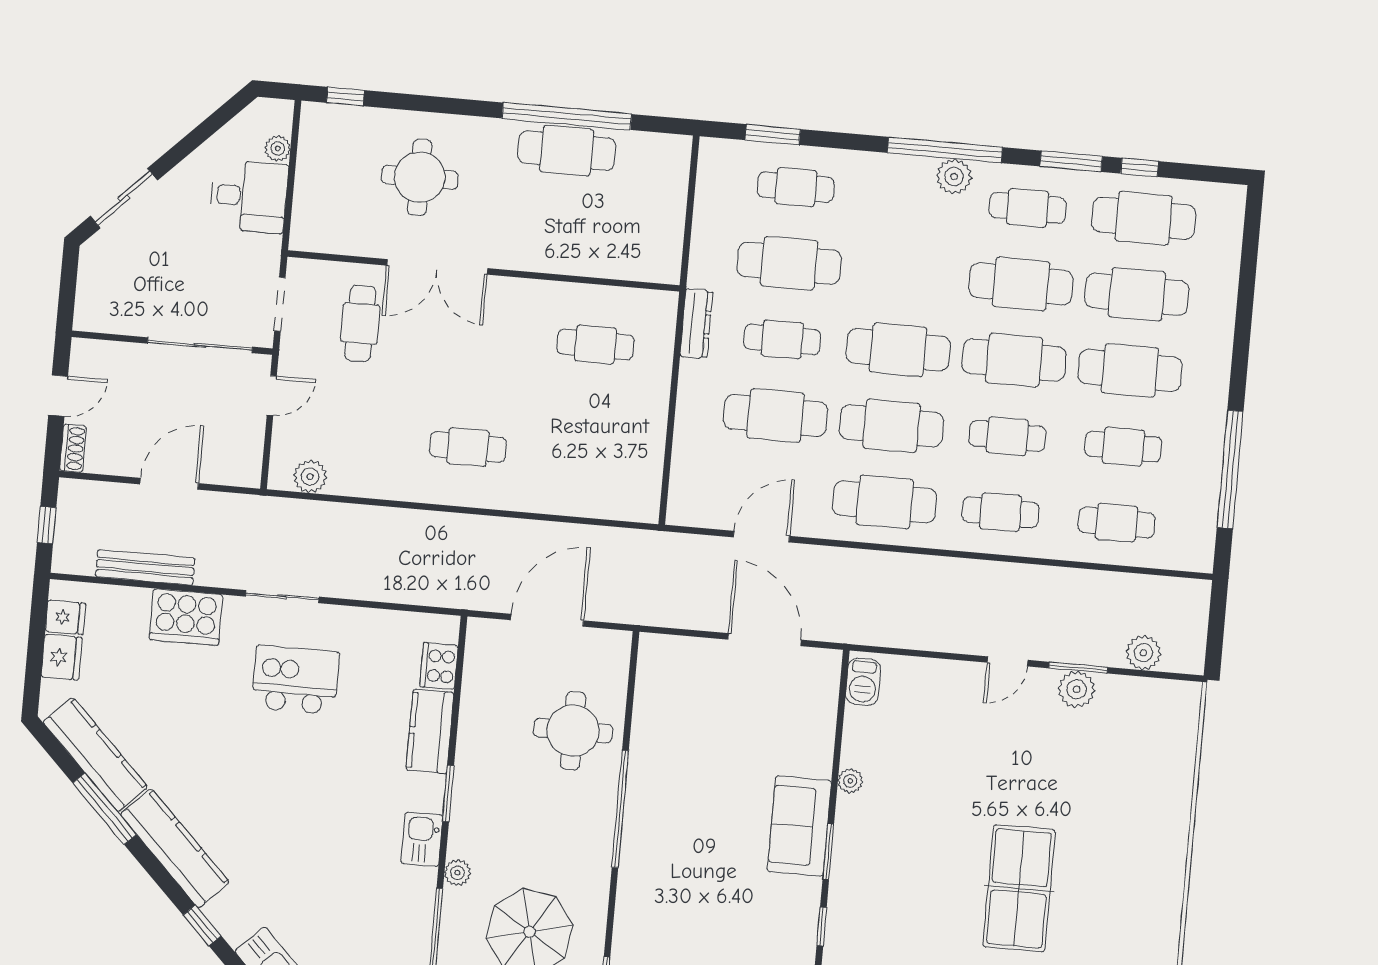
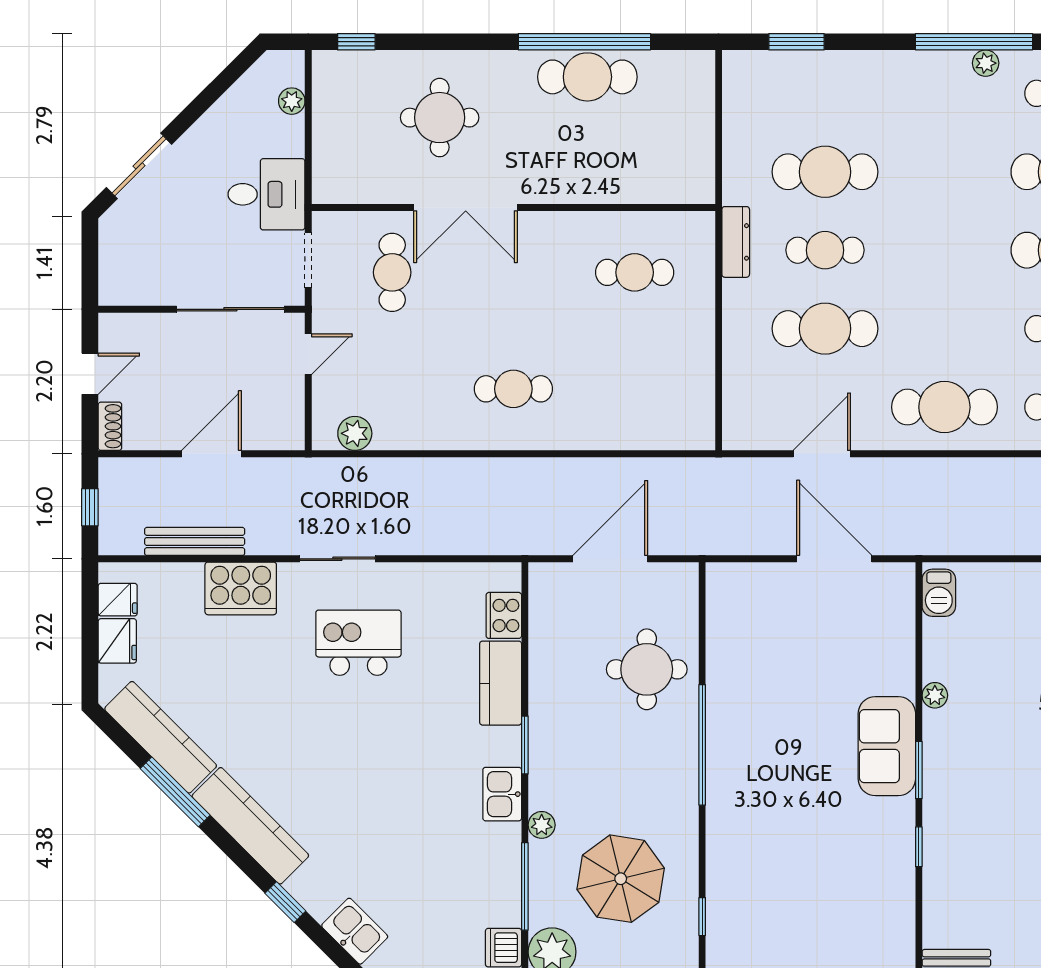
plant: (954, 177) -> (986, 63), width x0.73, depth x0.73
cafe table: (796, 187) -> (825, 93), removed
desk: (249, 196) -> (266, 194), moved
cafe table: (898, 350) -> (944, 250), removed
cafe table: (891, 426) -> (944, 329), removed

